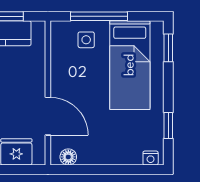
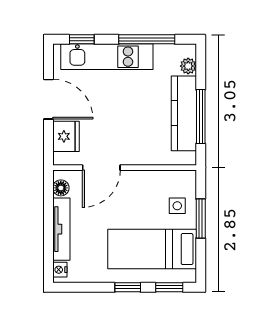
window: (99, 16) -> (201, 218), width x0.69
window: (168, 125) -> (128, 287), moved
tv unit: (110, 157) -> (61, 229), added

